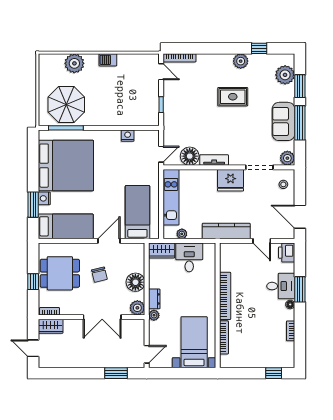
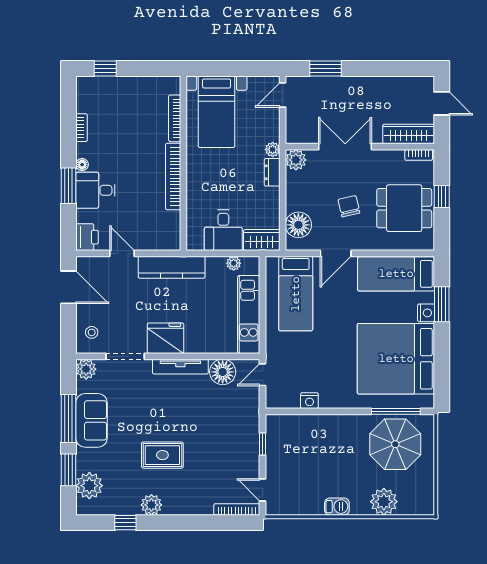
tv unit: (214, 160) -> (180, 367), width x1.41
floor lamp: (135, 282) -> (298, 225), moved
wardrobe: (51, 326) -> (409, 134), width x1.50

